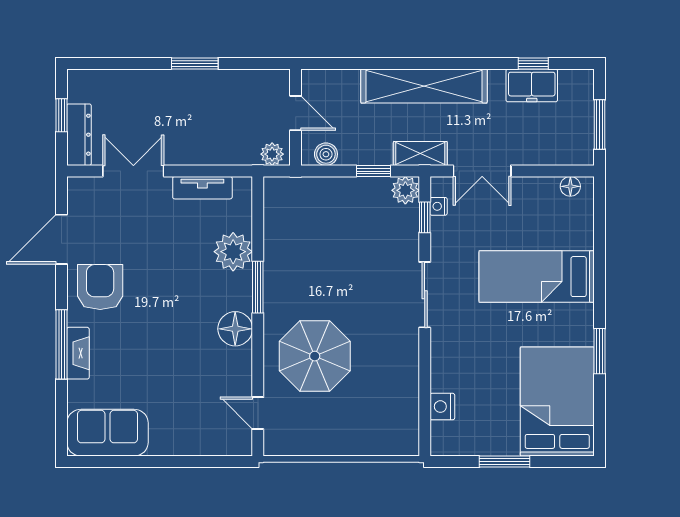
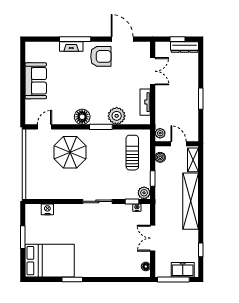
freezer: (532, 85) -> (183, 270), moved, turned 90
door: (296, 113) -> (179, 144), swing flipped
window: (600, 124) -> (173, 280), width x1.44
dresser: (79, 135) -> (185, 47), moved
shelving: (420, 154) -> (193, 160), moved
double door: (482, 171) -> (153, 238), moved
sun lounger: (315, 217) -> (132, 153), added
bed: (537, 277) -> (105, 251), removed
sofa: (108, 433) -> (36, 81), moved

